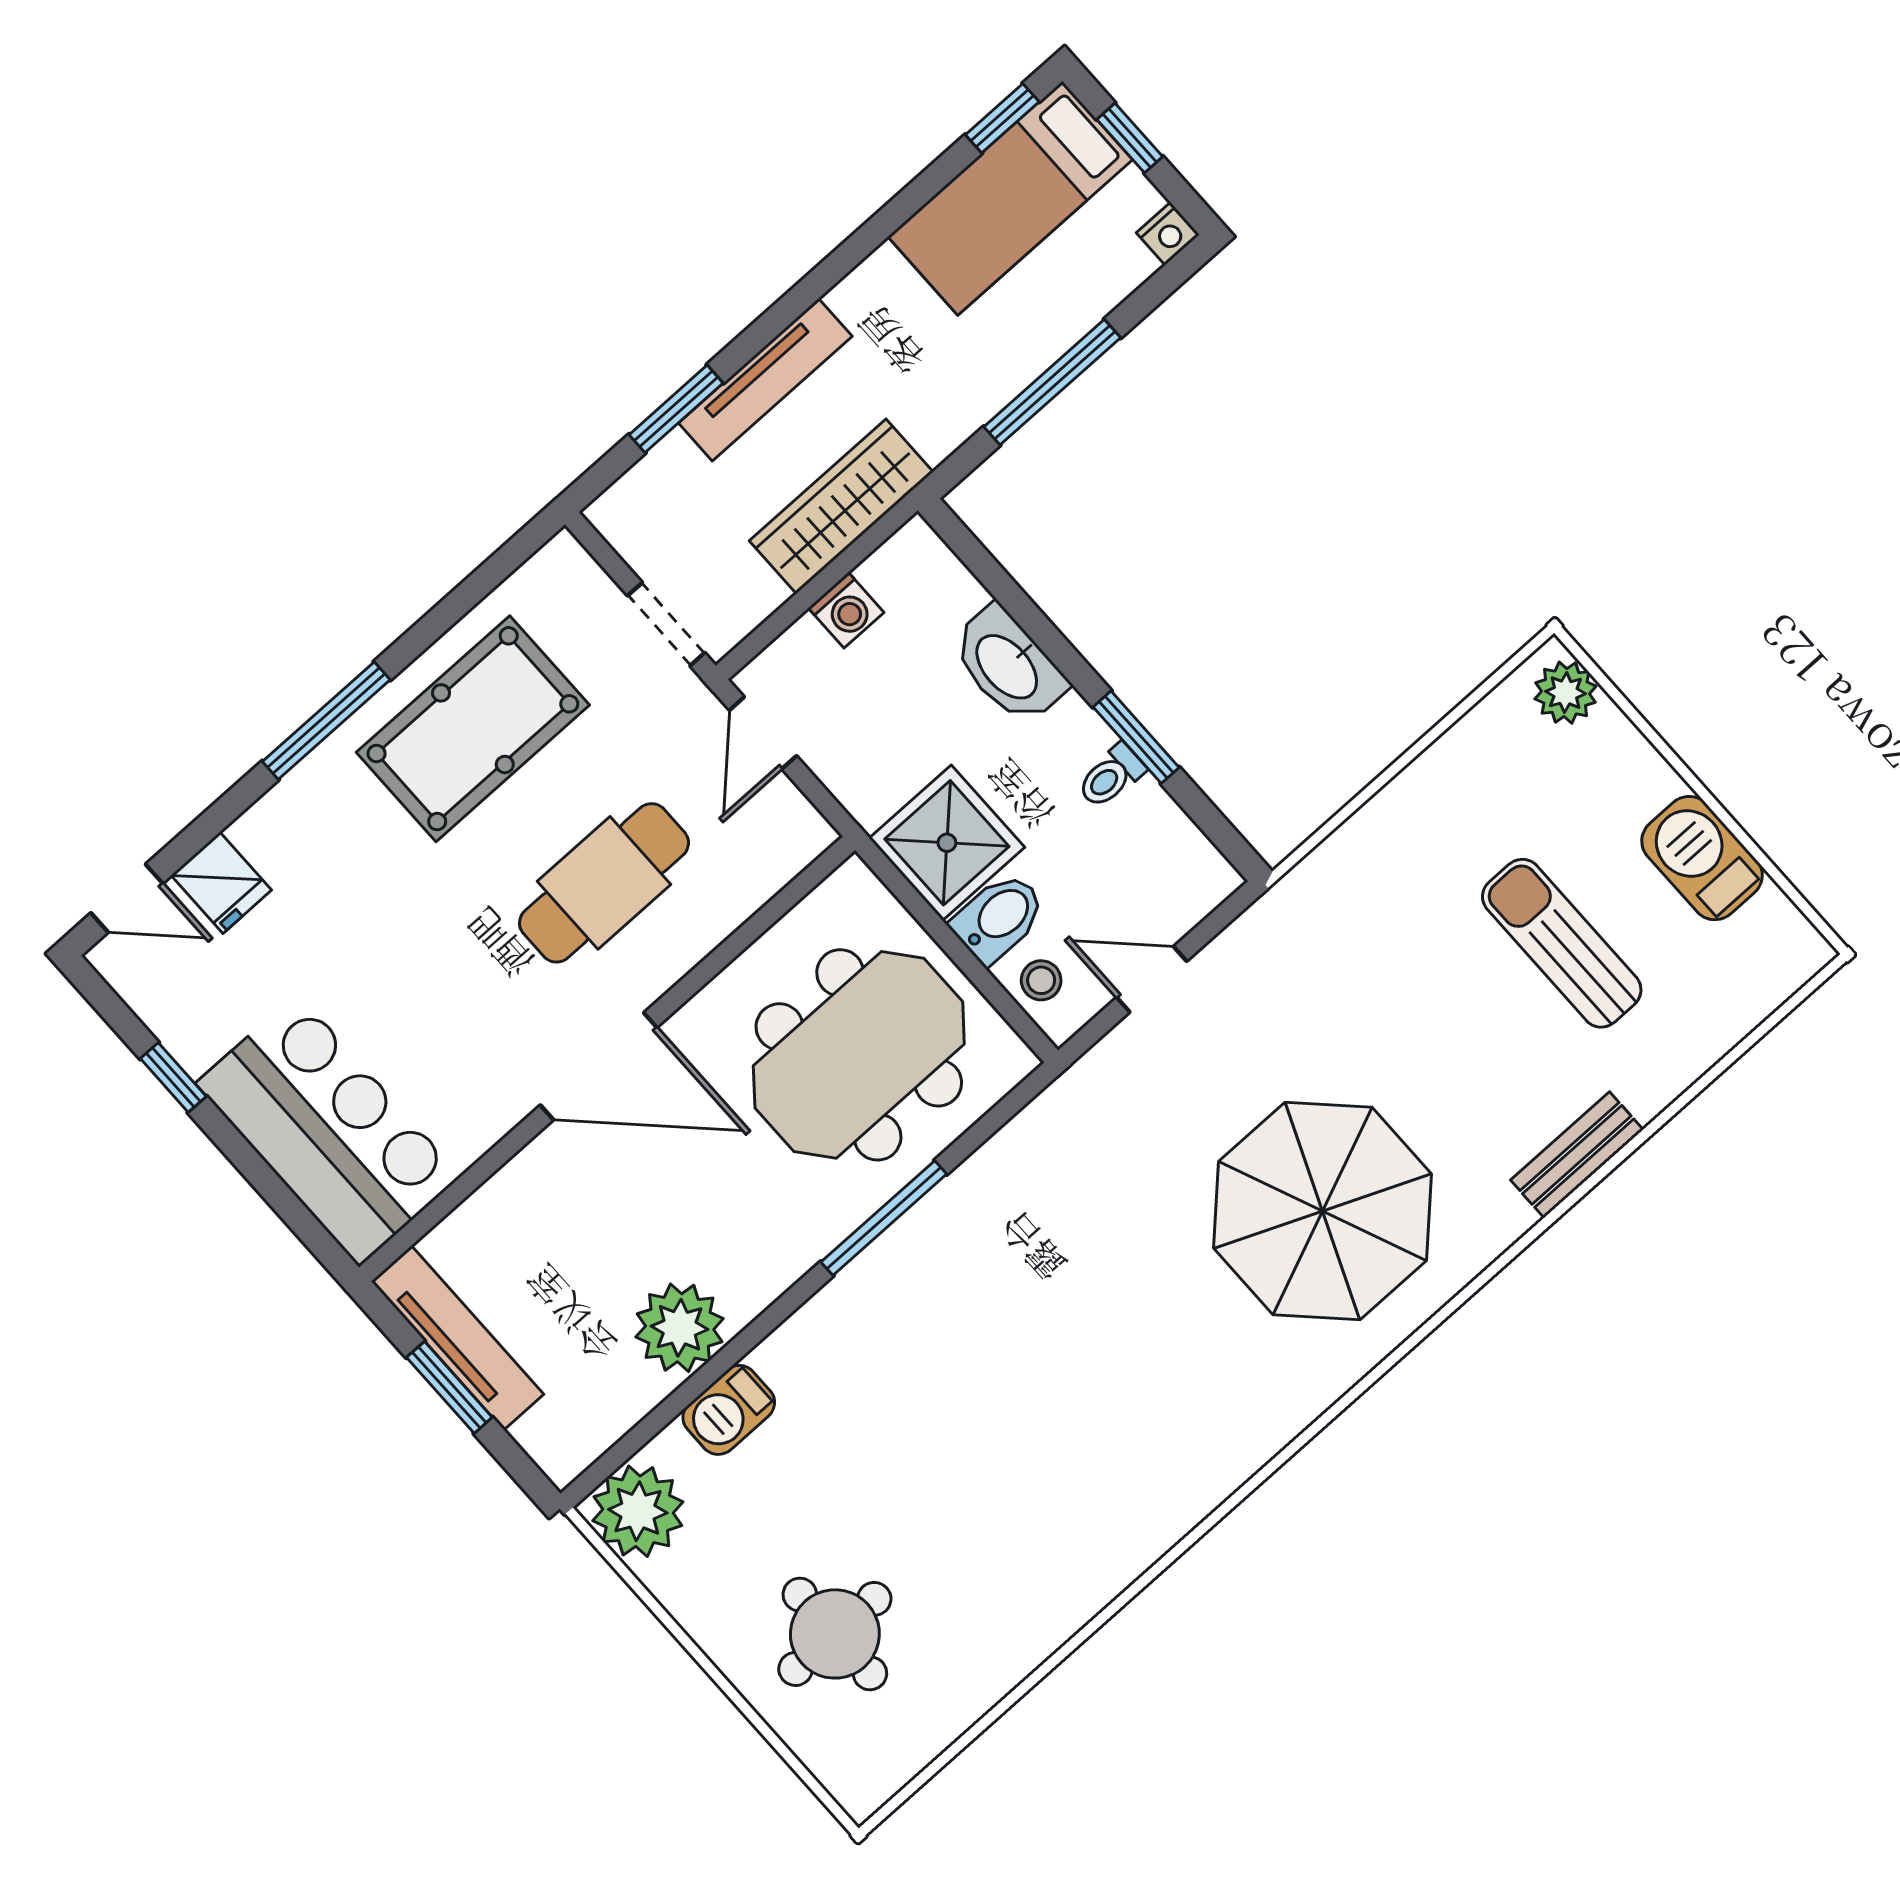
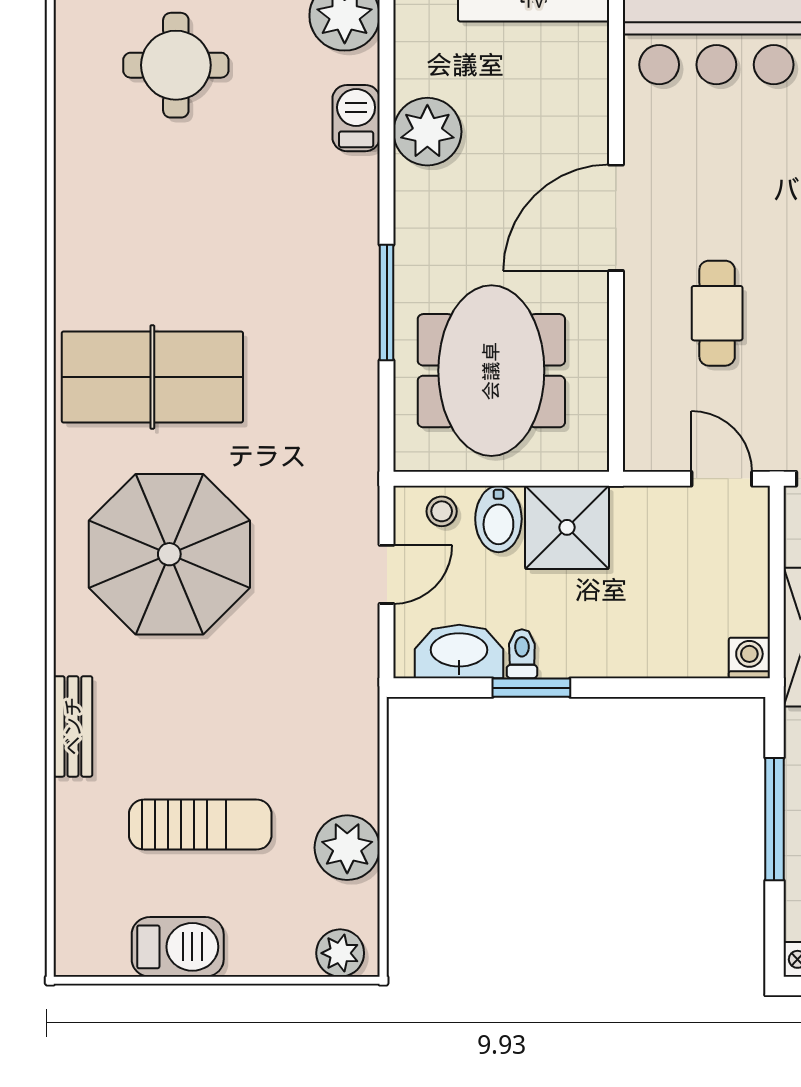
washing machine: (846, 610) -> (749, 658), moved, turned 90
washbasin: (1008, 665) -> (459, 651), moved
plant: (1456, 778) -> (347, 848), added
cafe table: (604, 883) -> (717, 313), width x0.73, depth x0.74
table tennis table: (1163, 1383) -> (152, 377), added

